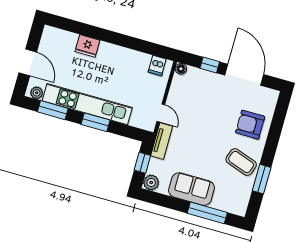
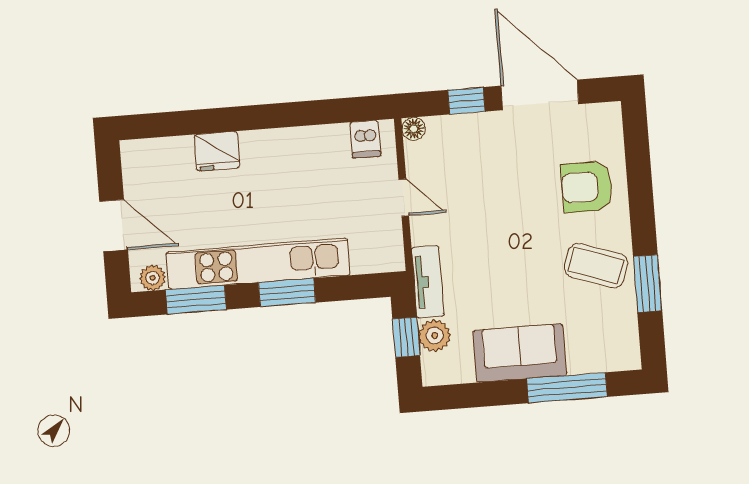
door: (161, 113) -> (404, 197), moved
plant: (151, 183) -> (435, 336), moved

